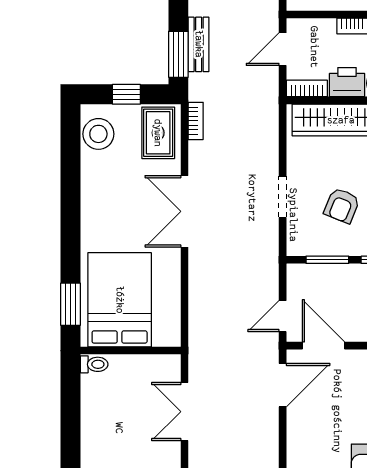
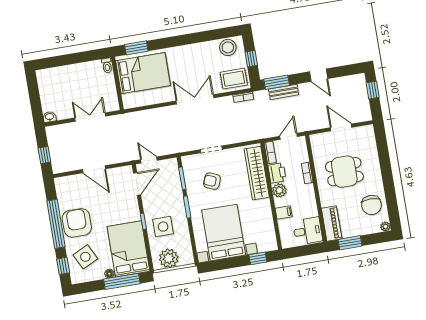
door: (283, 49) -> (289, 136), hinge flipped
door: (283, 385) -> (94, 169), moved

